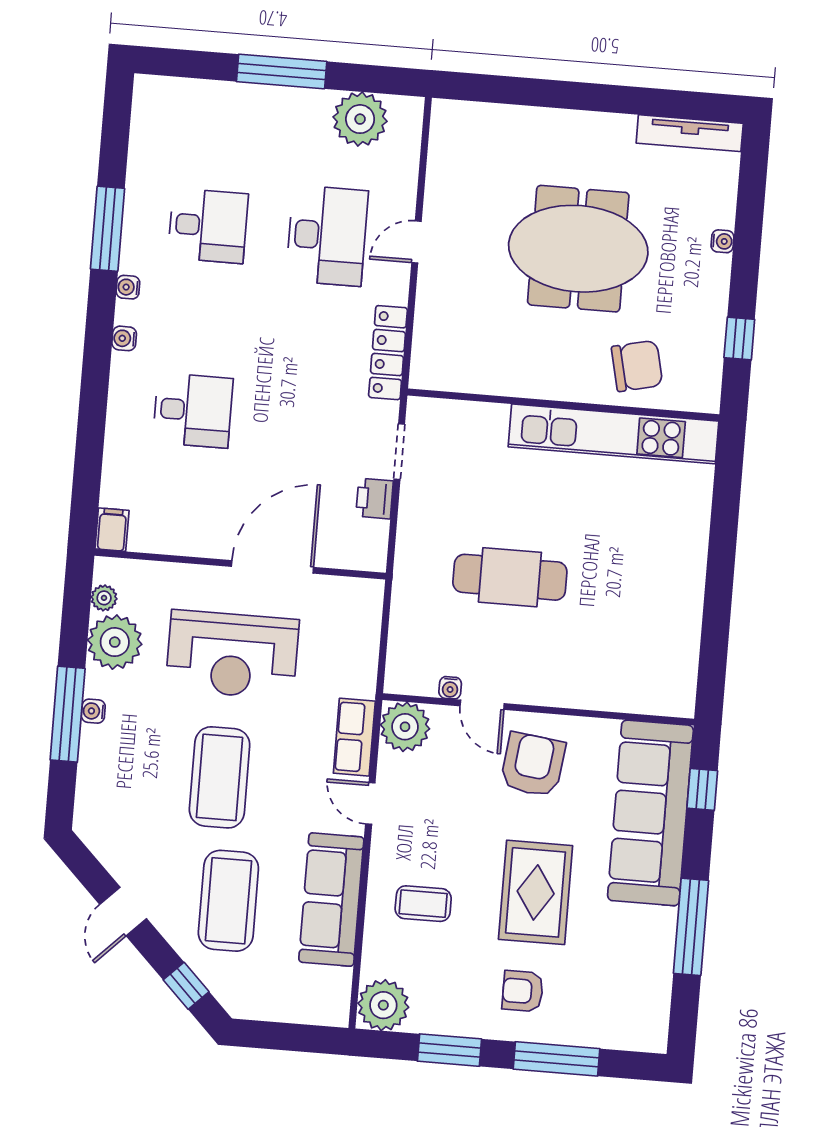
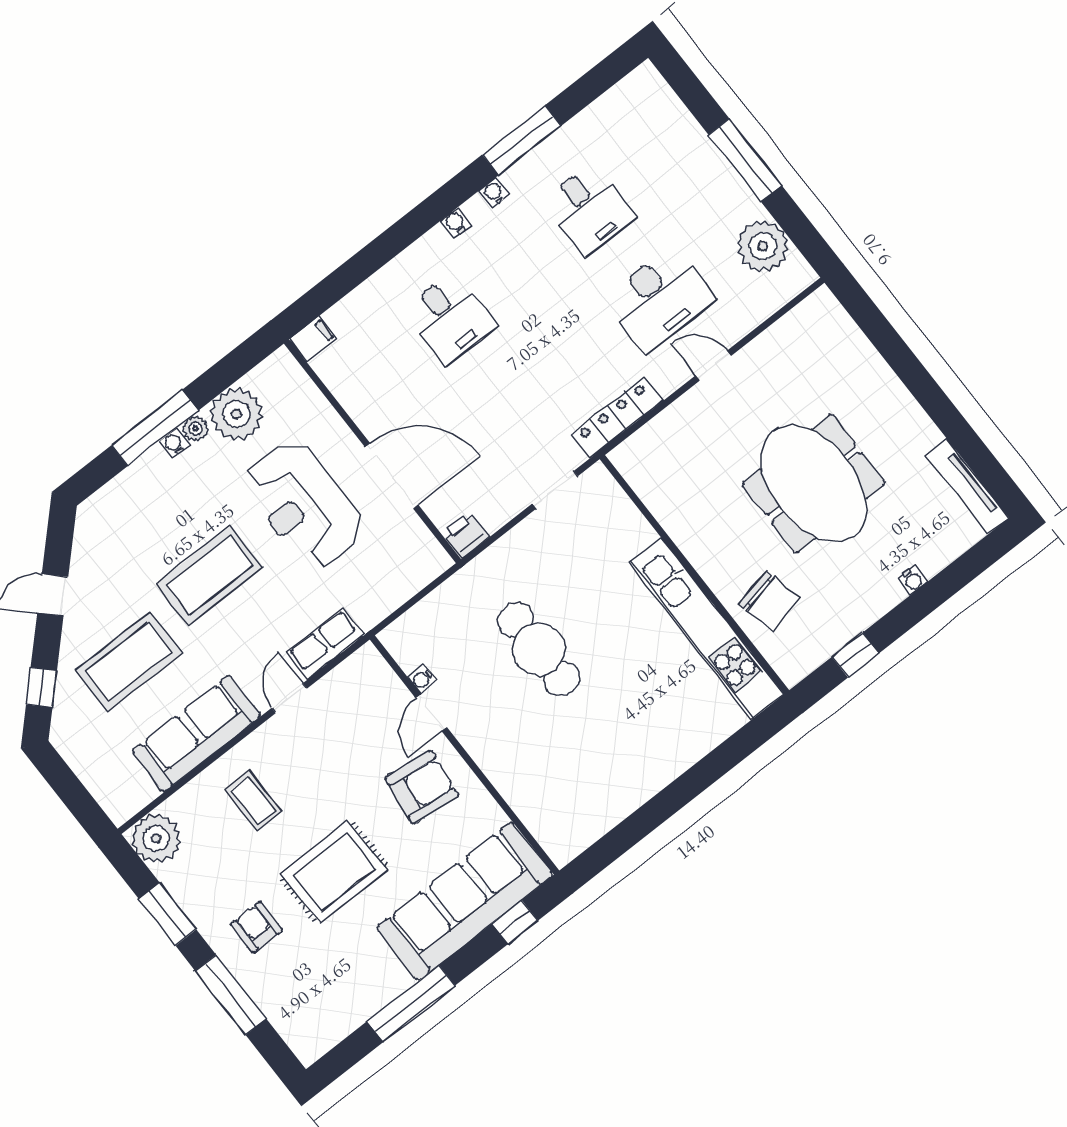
printer: (375, 499) -> (465, 535), moved
plant: (104, 598) -> (195, 429), moved
plant: (405, 727) -> (366, 673), removed

